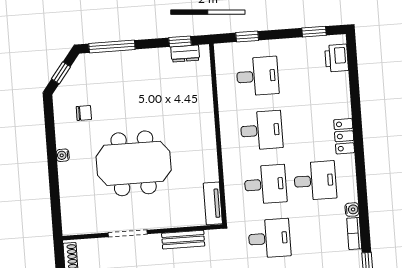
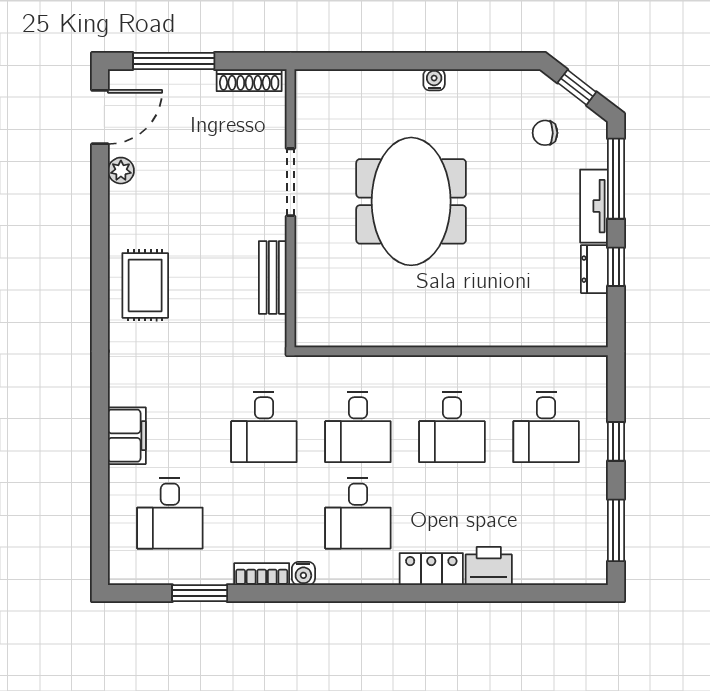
window: (314, 32) -> (616, 530), width x1.50
window: (247, 37) -> (616, 441), moved
window: (180, 41) -> (616, 267), moved
dresser: (185, 54) -> (594, 269), moved
printer: (337, 58) -> (489, 566), moved
chair: (84, 113) -> (545, 133), moved, turned 90
tv unit: (213, 203) -> (594, 206), moved, turned -90

